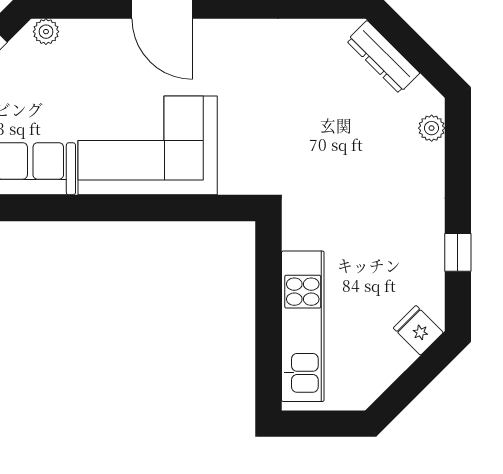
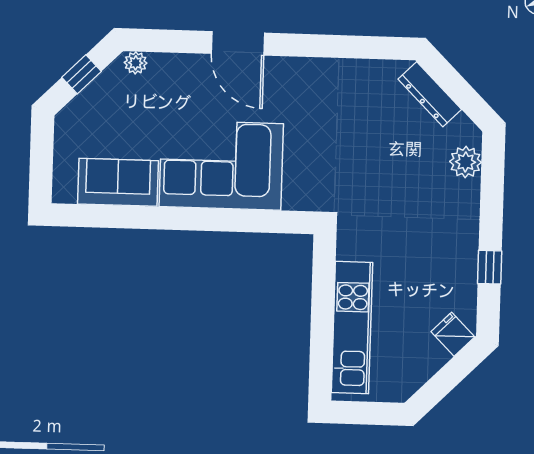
plant: (432, 128) -> (466, 162), width x1.38, depth x1.38

